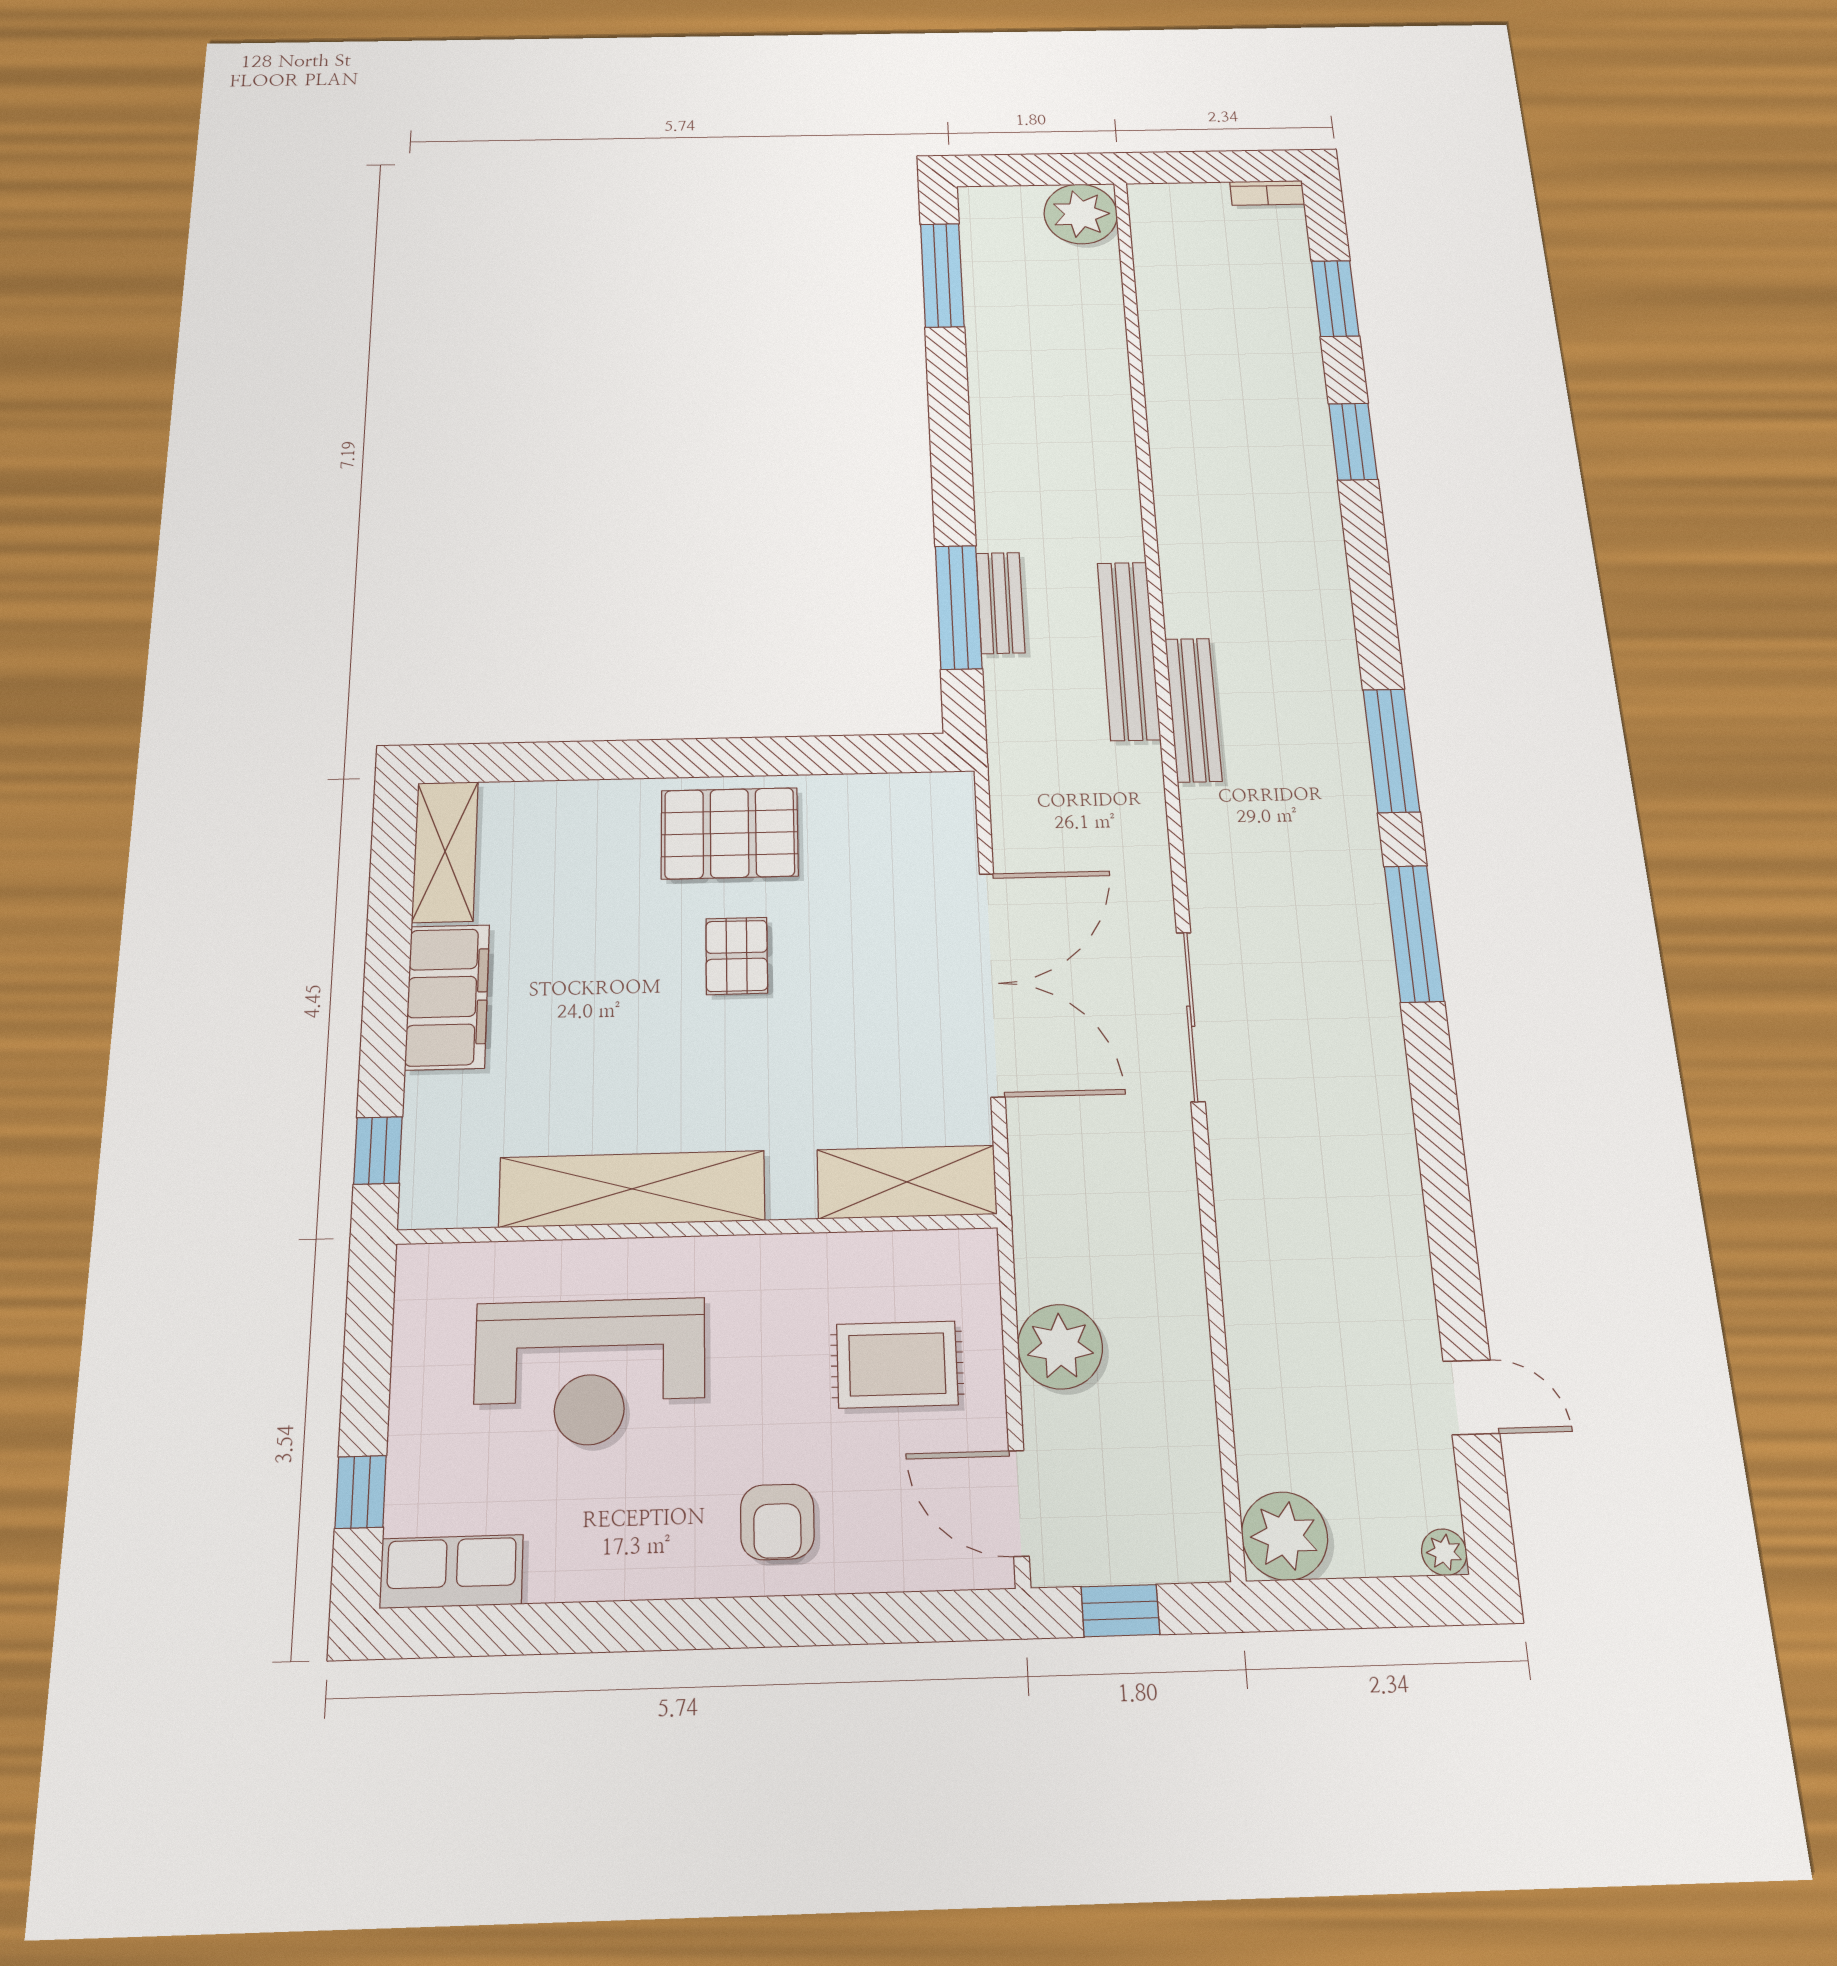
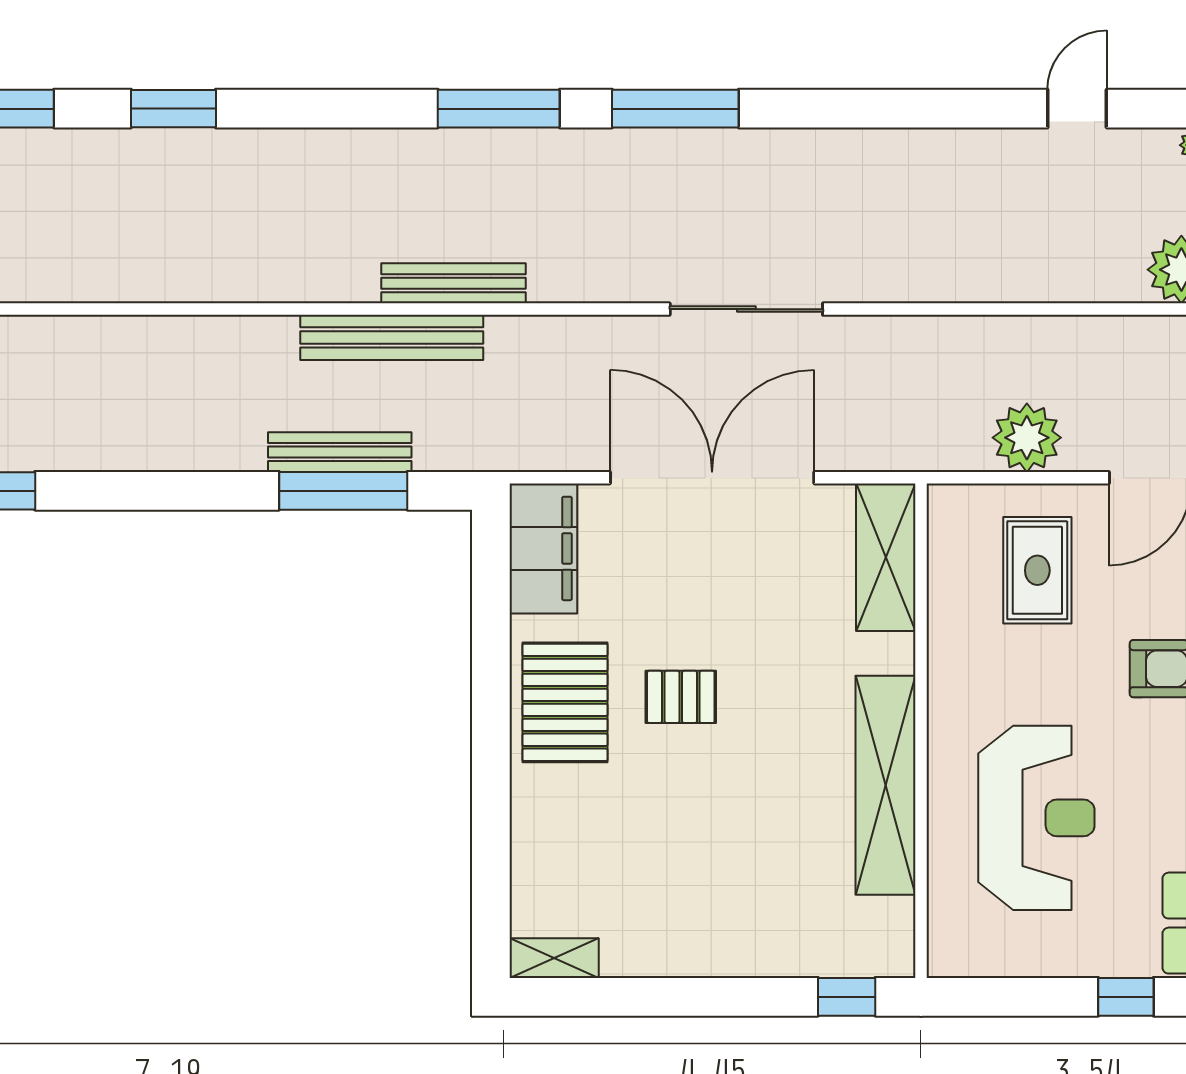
bench: (1000, 603) -> (340, 452), width x1.36
shelving: (445, 852) -> (554, 958), width x0.67, depth x0.75
filing cabinet: (447, 997) -> (543, 548), moved, turned 90

